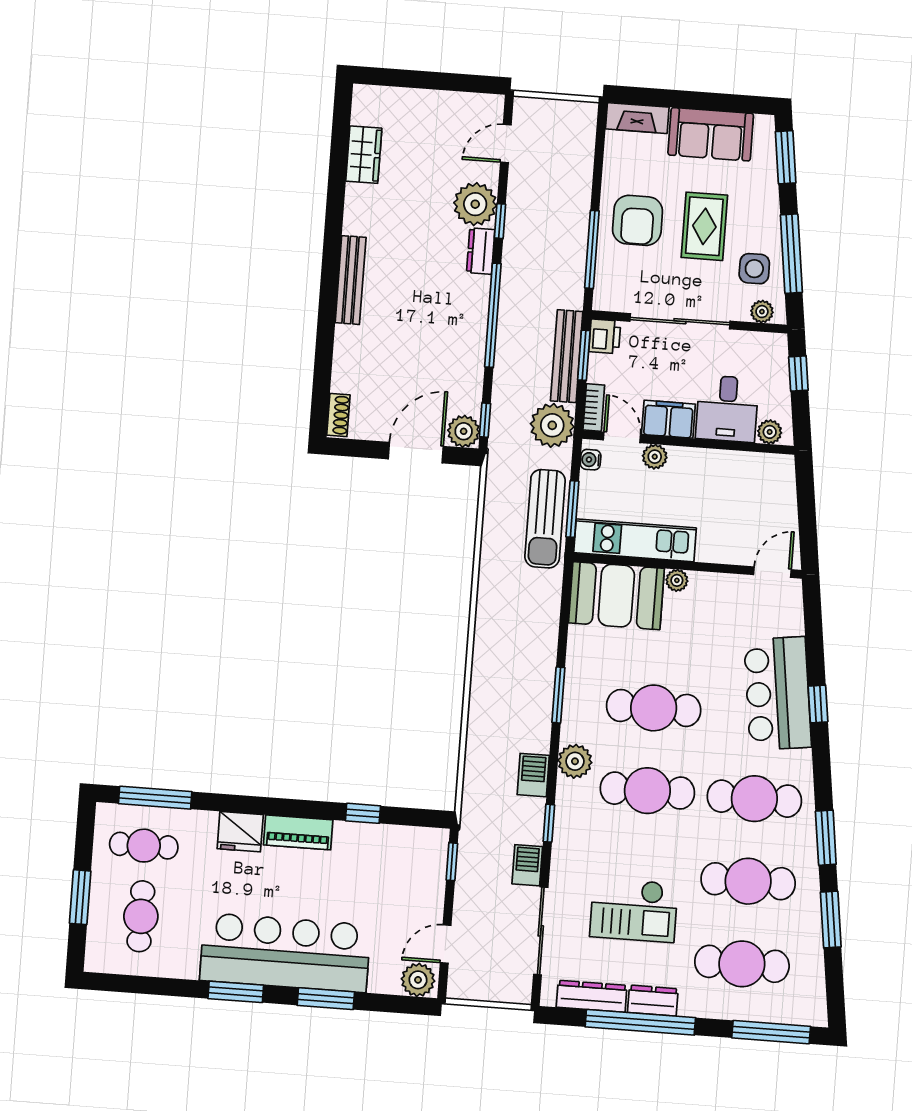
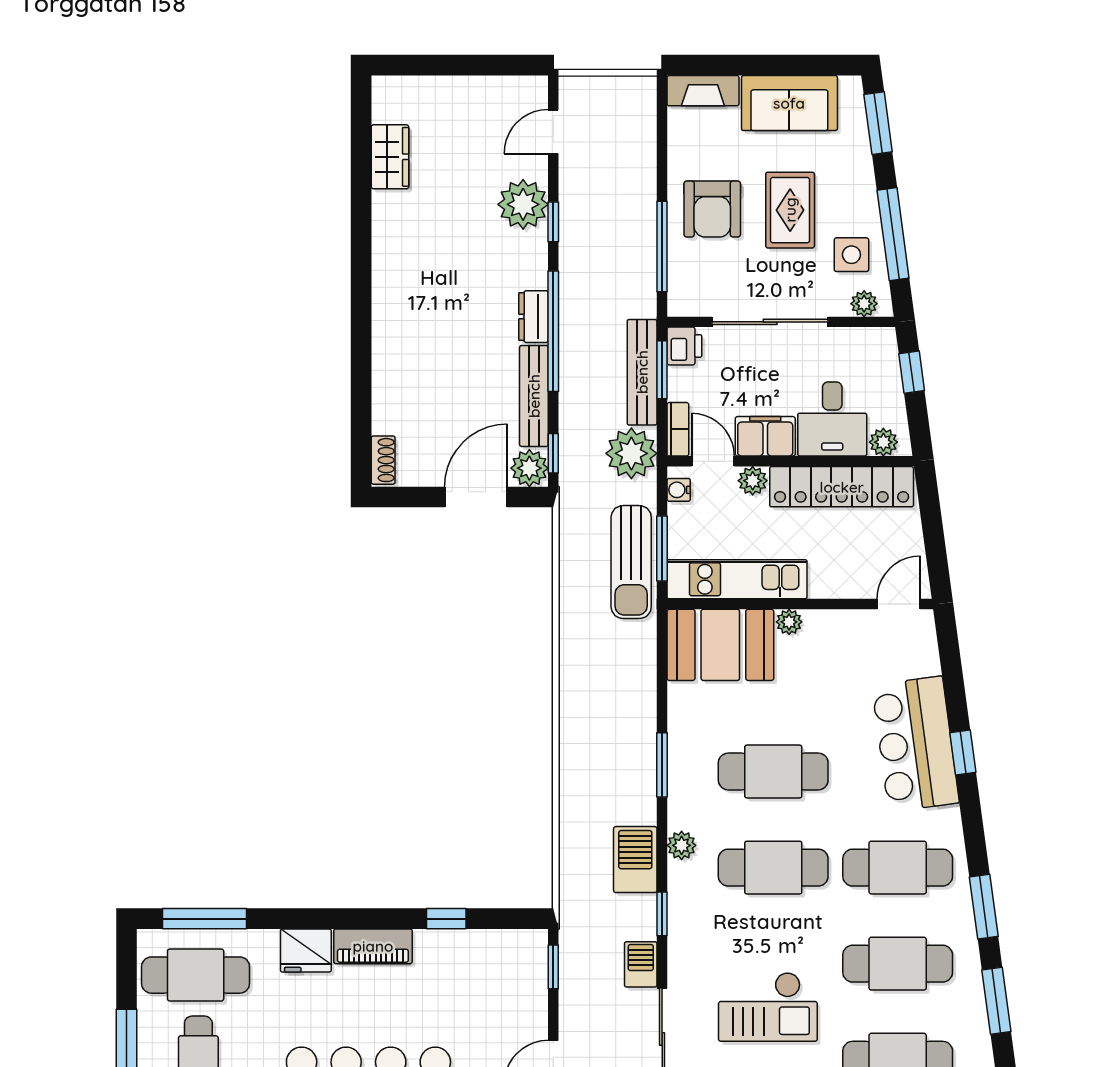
dresser: (481, 251) -> (533, 317), moved
bench: (351, 280) -> (534, 396), moved
locker: (731, 467) -> (842, 487), added
plant: (575, 761) -> (682, 845), width x0.73, depth x0.73
barbecue: (533, 775) -> (635, 860), width x1.38, depth x1.27
cafe table: (144, 846) -> (196, 975), width x1.37, depth x1.35

